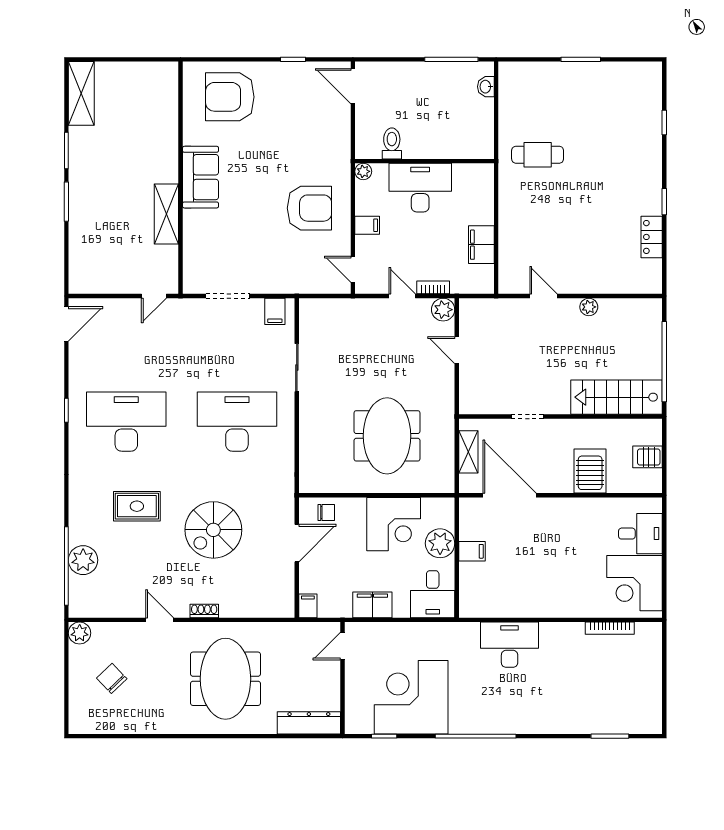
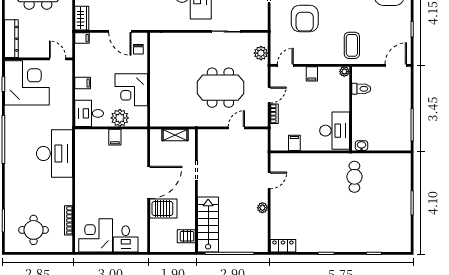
washbasin: (486, 87) -> (361, 146), moved
coffee table: (320, 159) -> (352, 45), added
desk: (420, 188) -> (335, 131), moved
armchair: (309, 208) -> (305, 18), moved
locker: (652, 237) -> (283, 246), moved
filing cabinet: (481, 245) -> (294, 143), width x0.50
plant: (443, 310) -> (261, 53), moved
filing cabinet: (275, 311) -> (260, 18), removed
meeting table: (387, 436) -> (220, 88), moved
server rack: (648, 457) -> (186, 236), moved, turned -90
door: (510, 495) -> (149, 182), moved
filing cabinet: (372, 605) -> (83, 83), width x0.50
wardrobe: (275, 606) -> (82, 18), added
desk: (510, 645) -> (54, 154), width x1.36, depth x1.30
round table: (626, 686) -> (34, 230), added
corner desk: (411, 697) -> (27, 83), moved

